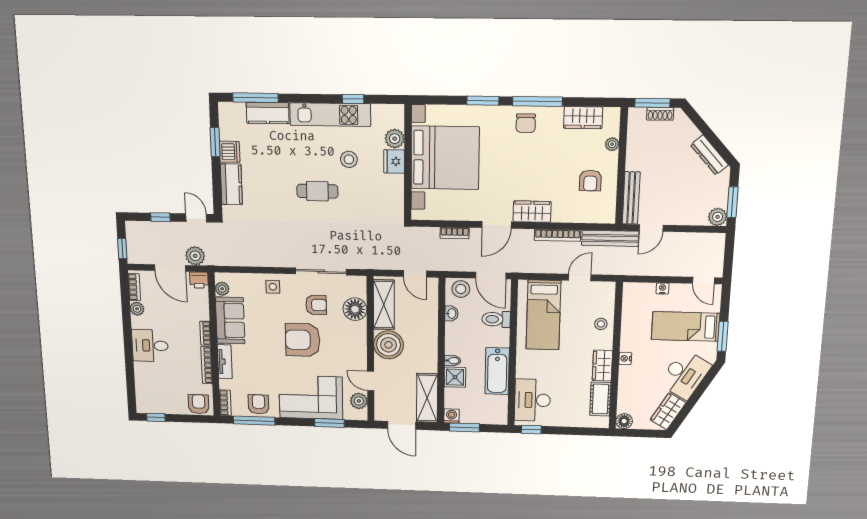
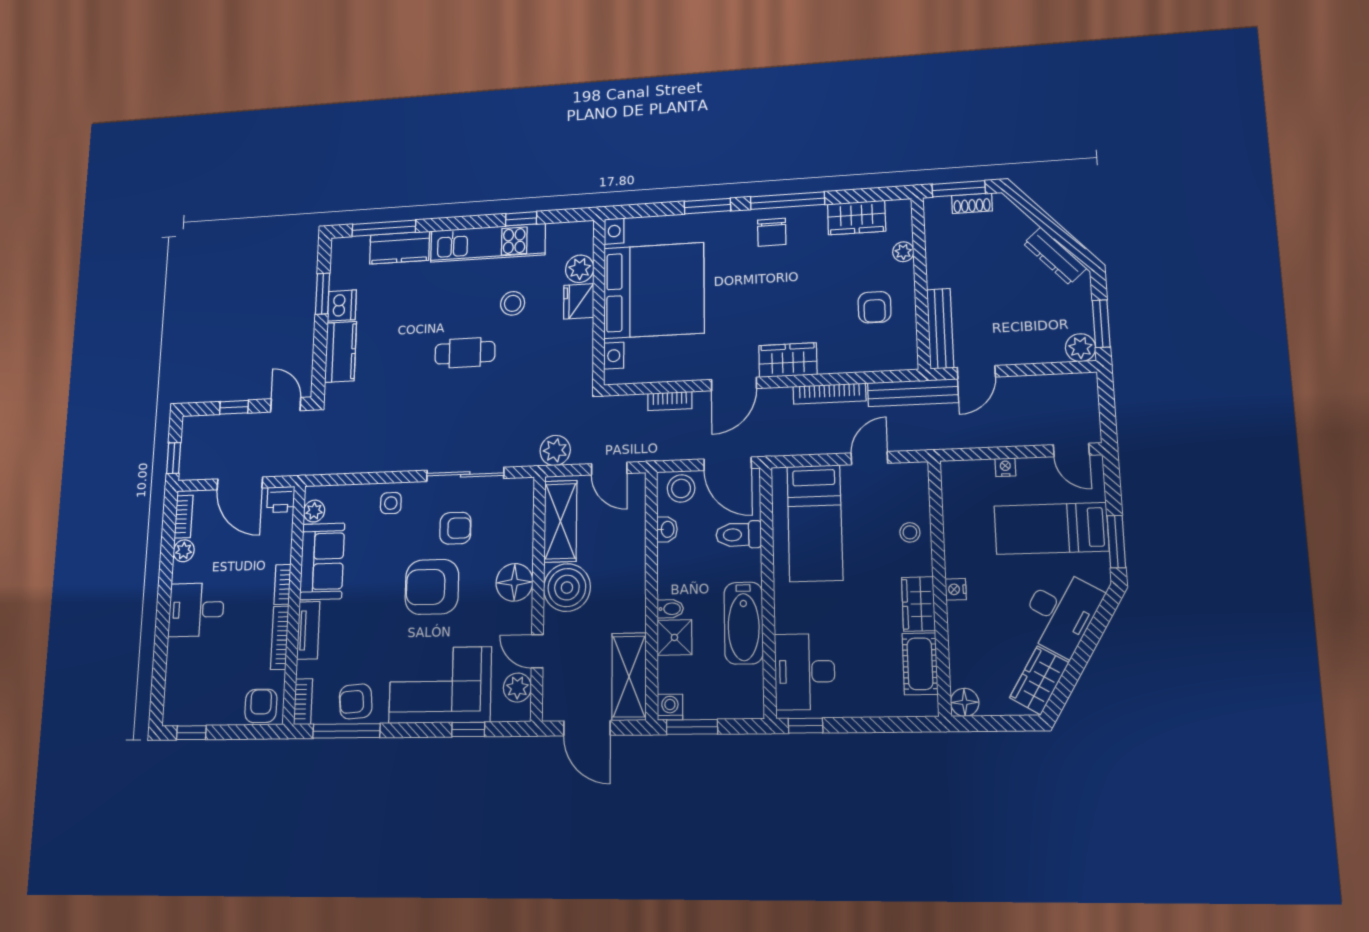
plant: (195, 256) -> (555, 450), moved
floor lamp: (355, 309) -> (514, 582), moved
armchair: (258, 404) -> (356, 701), turned -95
window: (329, 423) -> (468, 729), width x0.67

